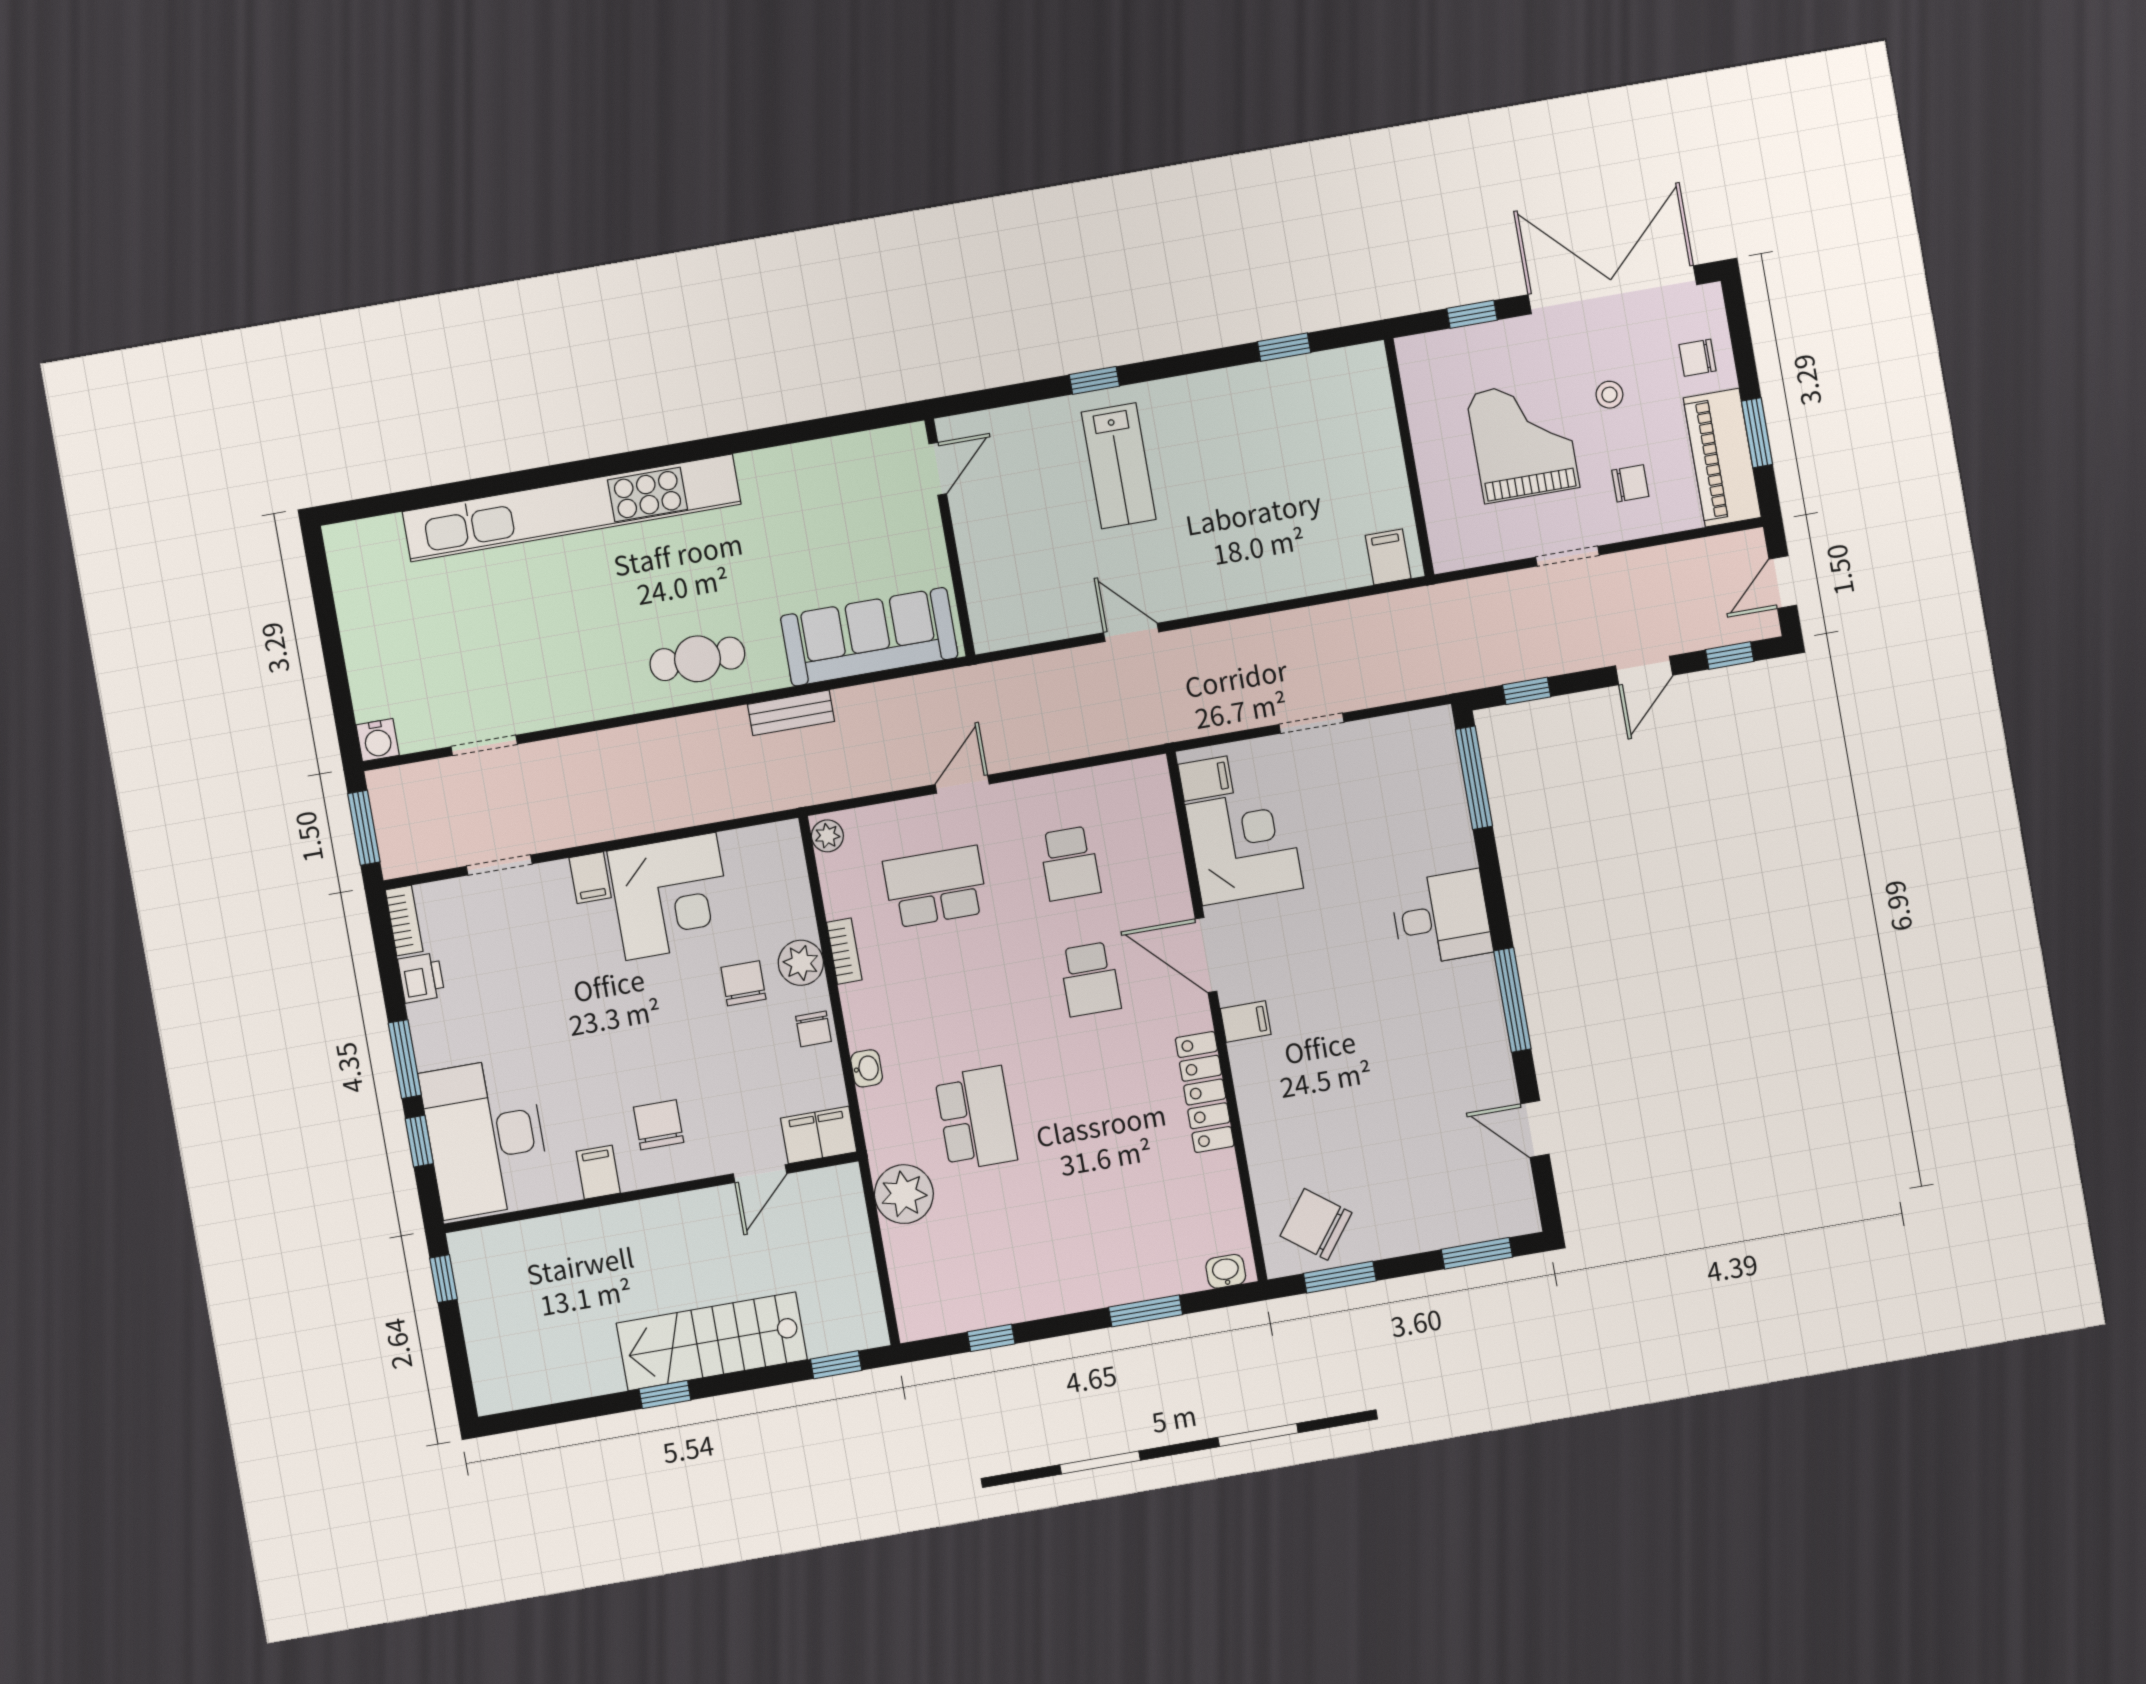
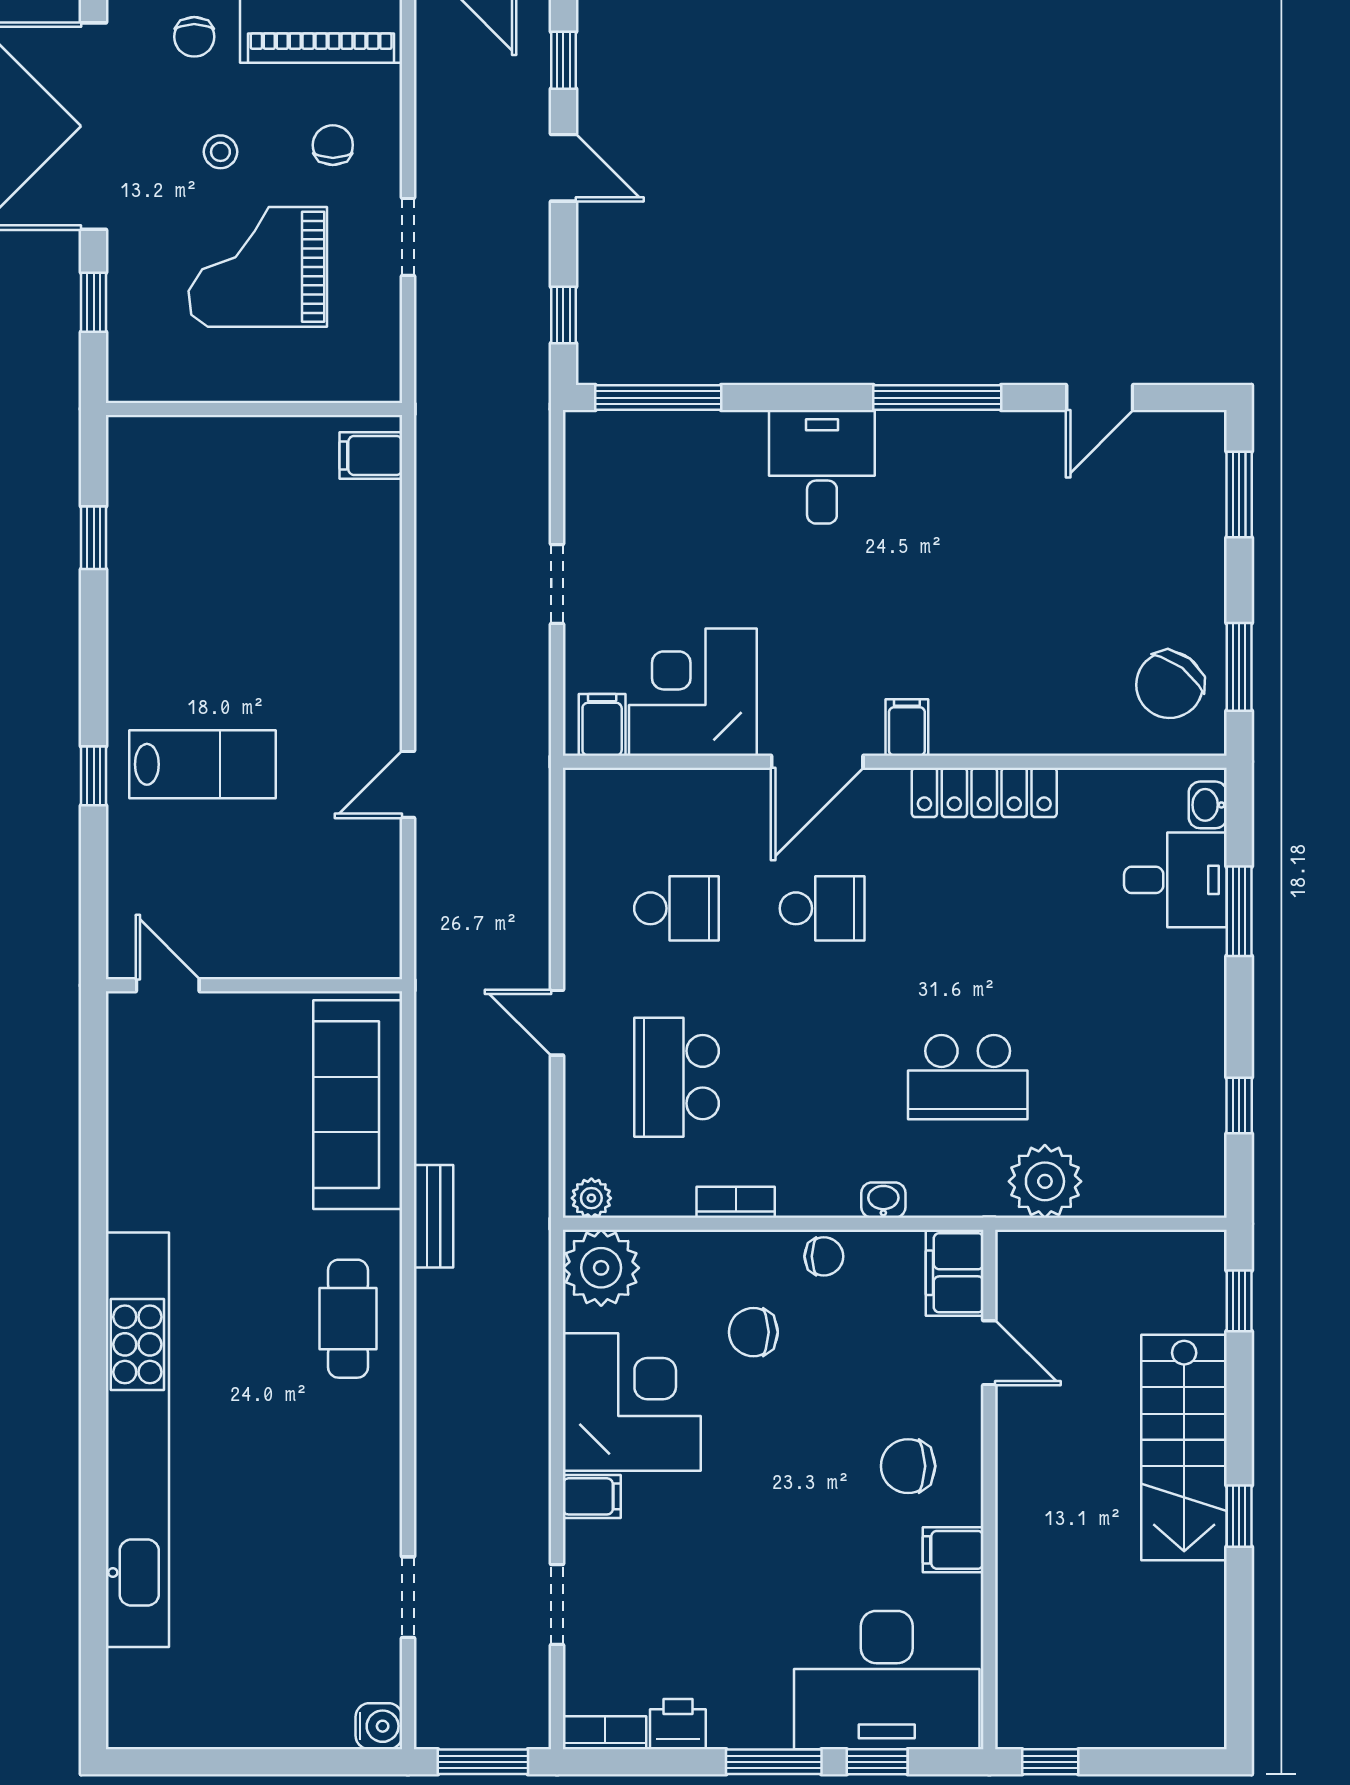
plant: (801, 963) -> (601, 1268), moved, width x1.36, depth x1.36
school desk: (976, 1118) -> (968, 1077), turned 180
desk: (1162, 1256) -> (1175, 880), added

